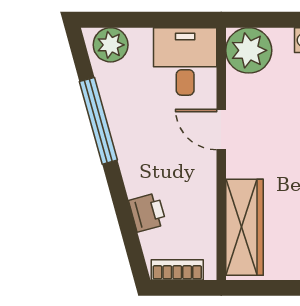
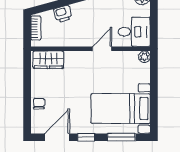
plant: (249, 50) -> (144, 57), width x0.53, depth x0.53
wardrobe: (244, 227) -> (48, 60), width x0.67

